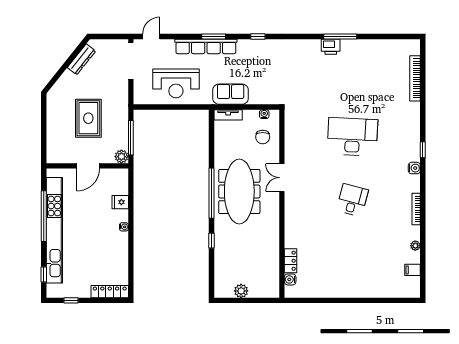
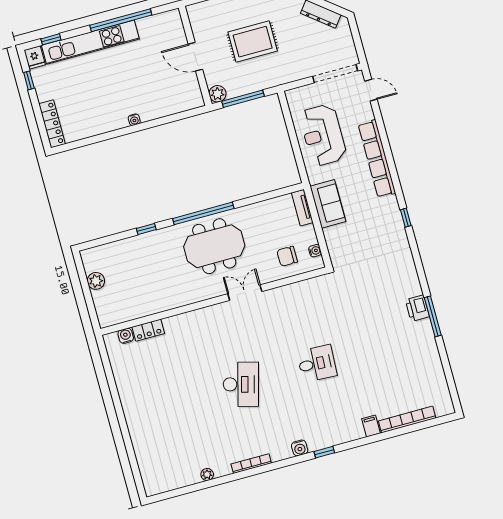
window: (214, 37) -> (391, 165), removed
desk: (352, 137) -> (317, 364), width x0.53, depth x0.77
meeting table: (239, 191) -> (214, 246), width x0.73
desk: (352, 200) -> (241, 384), width x1.37
fridge: (120, 202) -> (35, 57), moved, turned 180
kitchen unit: (54, 230) -> (90, 42), width x0.73
filing cabinet: (413, 270) -> (371, 426), moved

